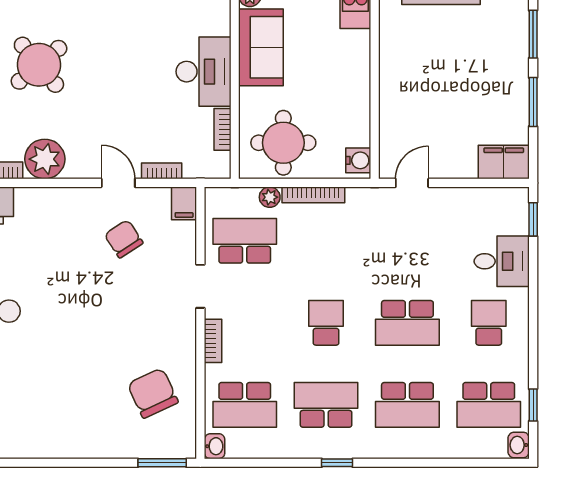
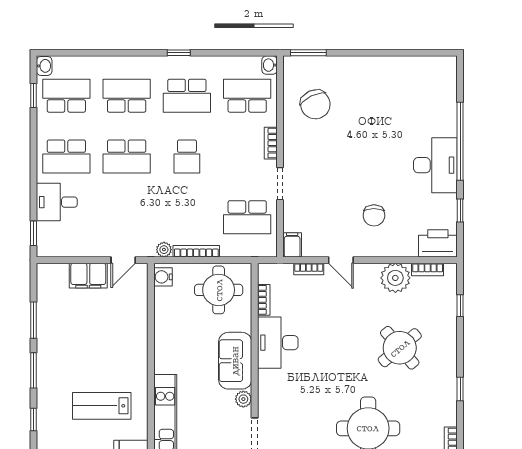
filing cabinet: (504, 162) -> (88, 276), moved
plant: (270, 197) -> (164, 250), moved
chair: (124, 239) -> (374, 215), moved, turned 33
school desk: (407, 323) -> (127, 156), turned 180
school desk: (489, 323) -> (66, 156), width x1.85

